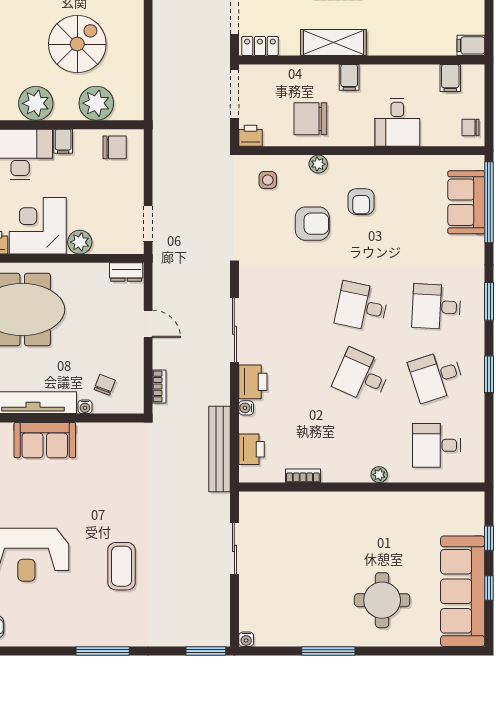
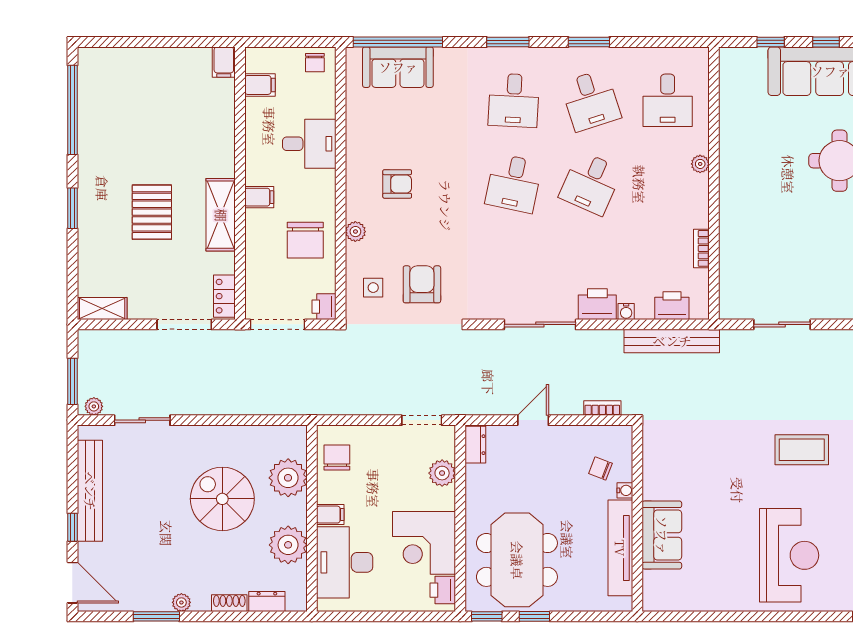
armchair: (312, 224) -> (422, 284), moved
plant: (80, 242) -> (442, 473), moved

